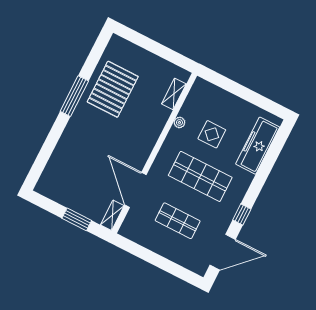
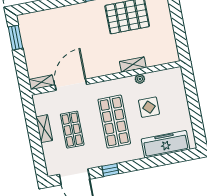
shelving: (174, 94) -> (133, 65), moved
window: (77, 219) -> (15, 38), moved
shelving: (157, 246) -> (44, 129), added

